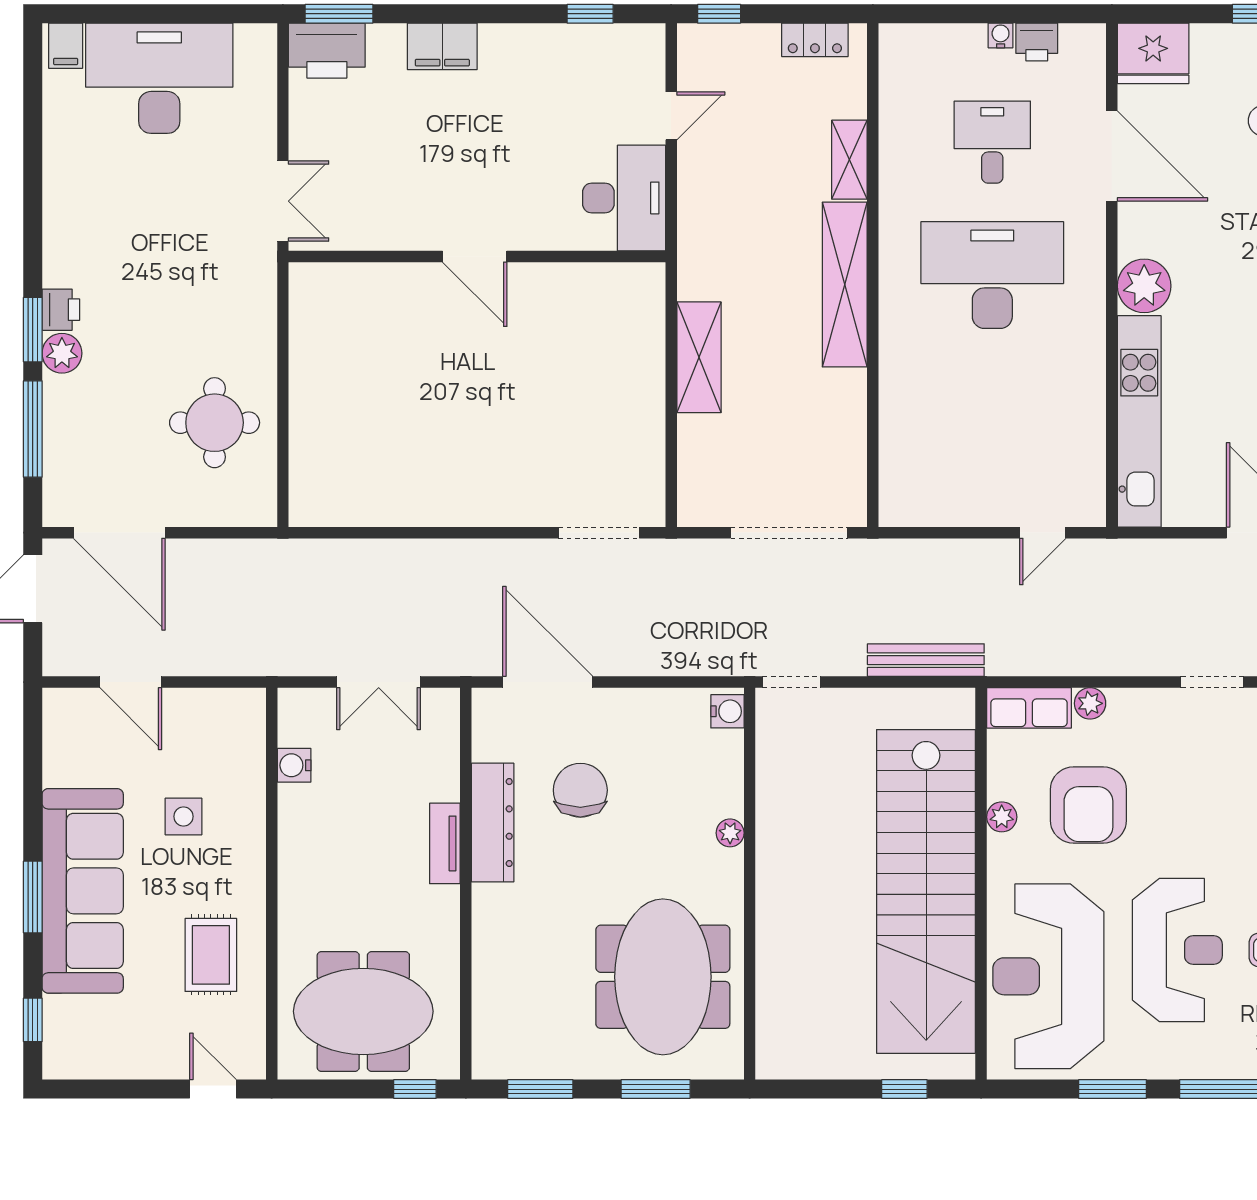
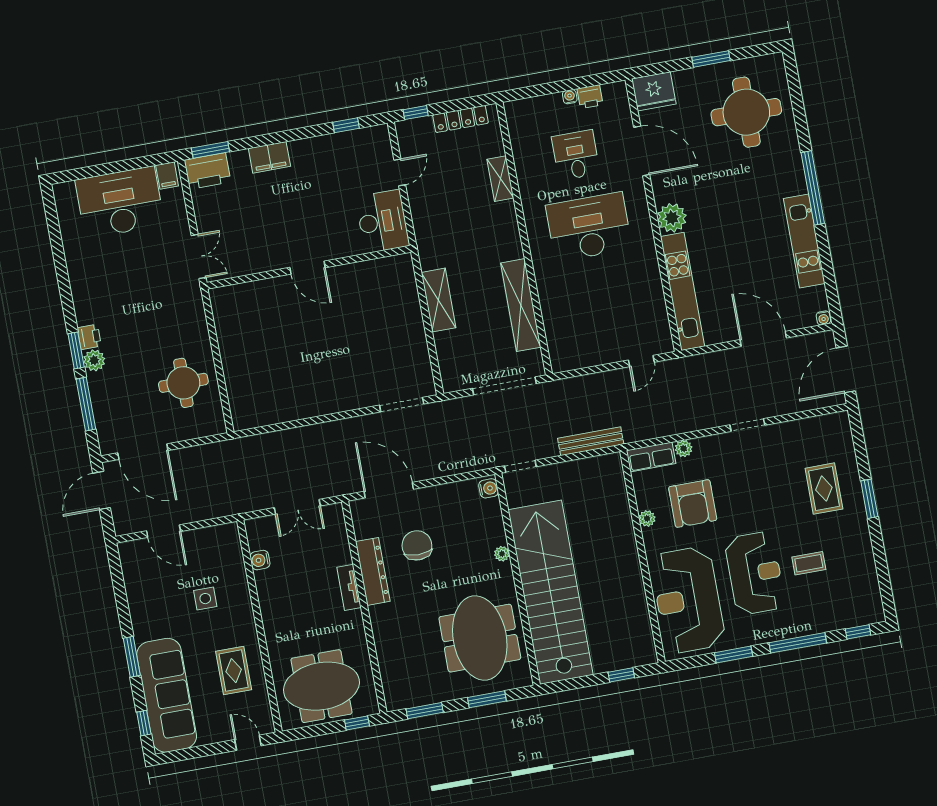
locker: (815, 40) -> (461, 119), width x1.53
filing cabinet: (66, 46) -> (167, 176), moved
shelving: (845, 285) -> (521, 305), moved
sofa: (83, 891) -> (167, 695), moved
stairs: (926, 891) -> (551, 592), moved, turned 180

